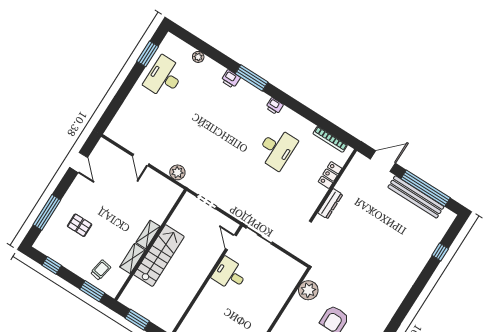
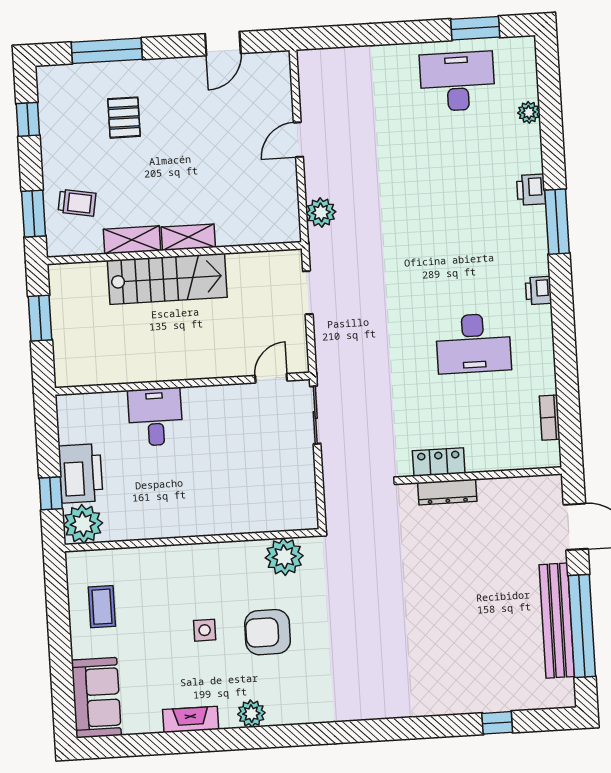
bookcase: (330, 139) -> (550, 418), width x0.64
locker: (330, 175) -> (439, 462), moved
desk: (230, 274) -> (155, 417), moved

